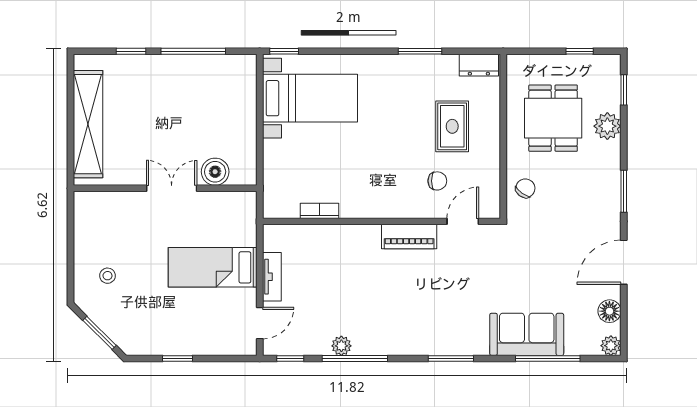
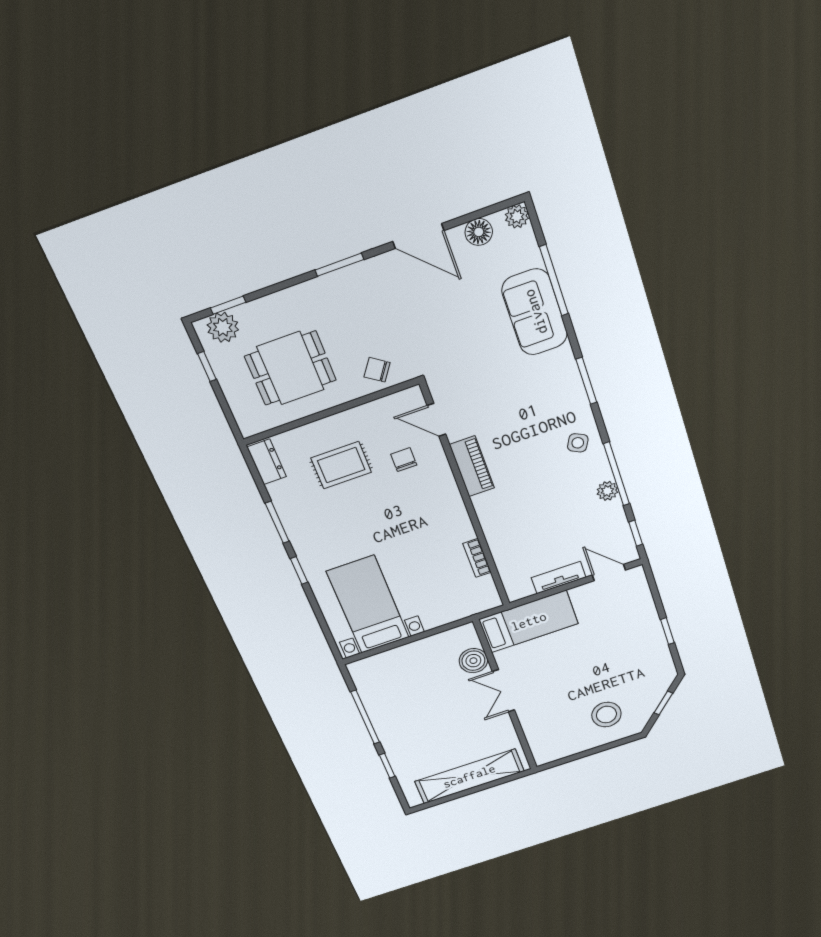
window: (284, 51) -> (299, 570), moved
plant: (607, 126) -> (223, 327), moved
bed: (213, 267) -> (529, 621), moved, turned -90
stool: (108, 276) -> (606, 715), width x1.89, depth x1.89
window: (99, 333) -> (663, 703), width x0.67
side table: (397, 334) -> (578, 443), added

